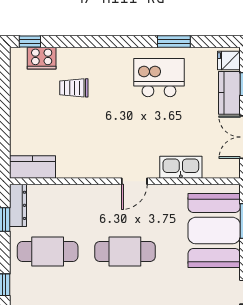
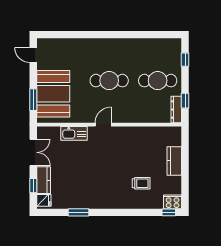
cooker: (42, 58) -> (173, 202), moved
kitchen island: (159, 78) -> (88, 190), removed
kitchen counter: (33, 167) -> (174, 161), moved, turned 90

